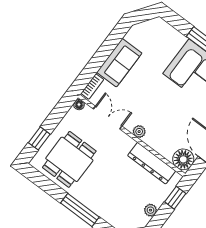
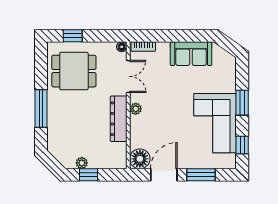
sofa: (119, 63) -> (191, 54), moved
dresser: (152, 163) -> (119, 119), moved
window: (175, 198) -> (89, 175), moved

